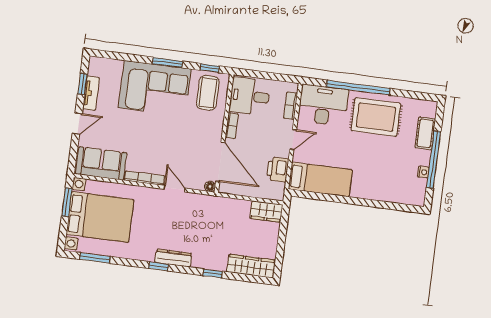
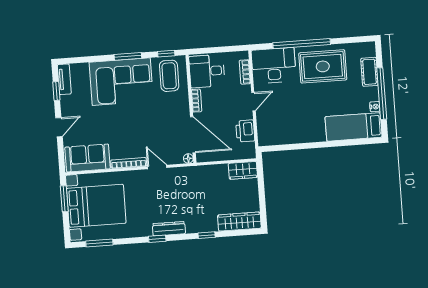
tv unit: (91, 93) -> (64, 79), moved
bed: (320, 179) -> (354, 127), moved, turned 180

